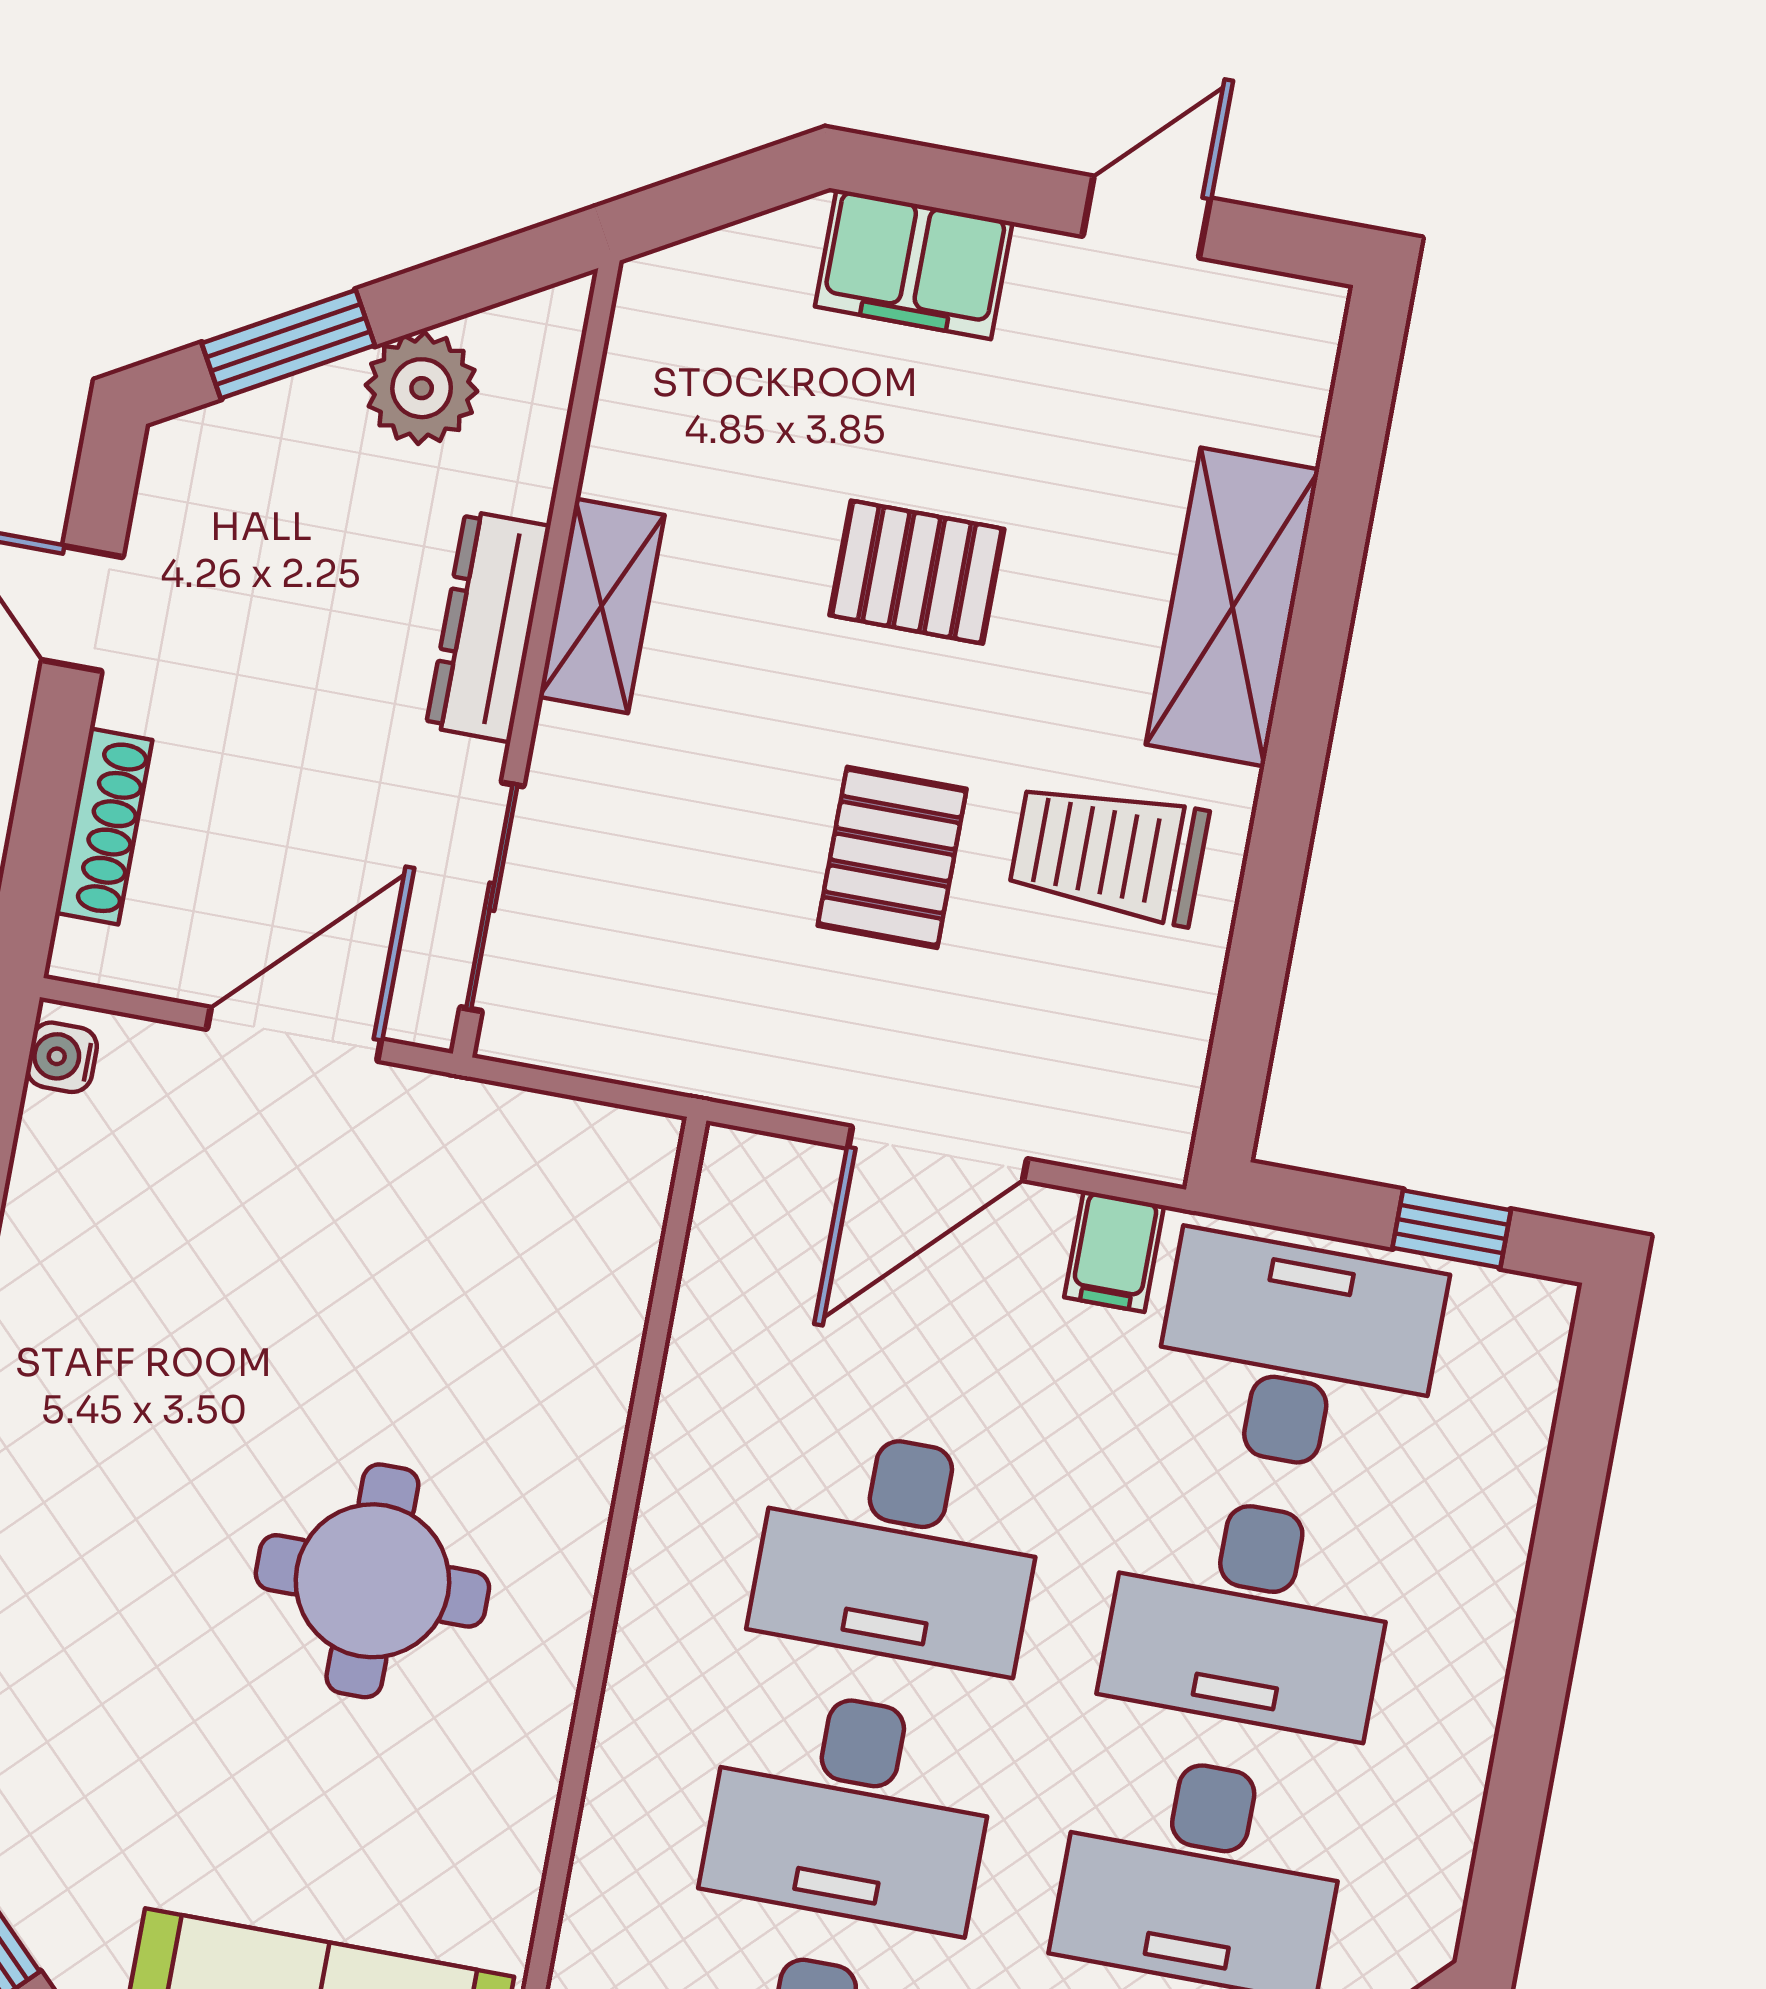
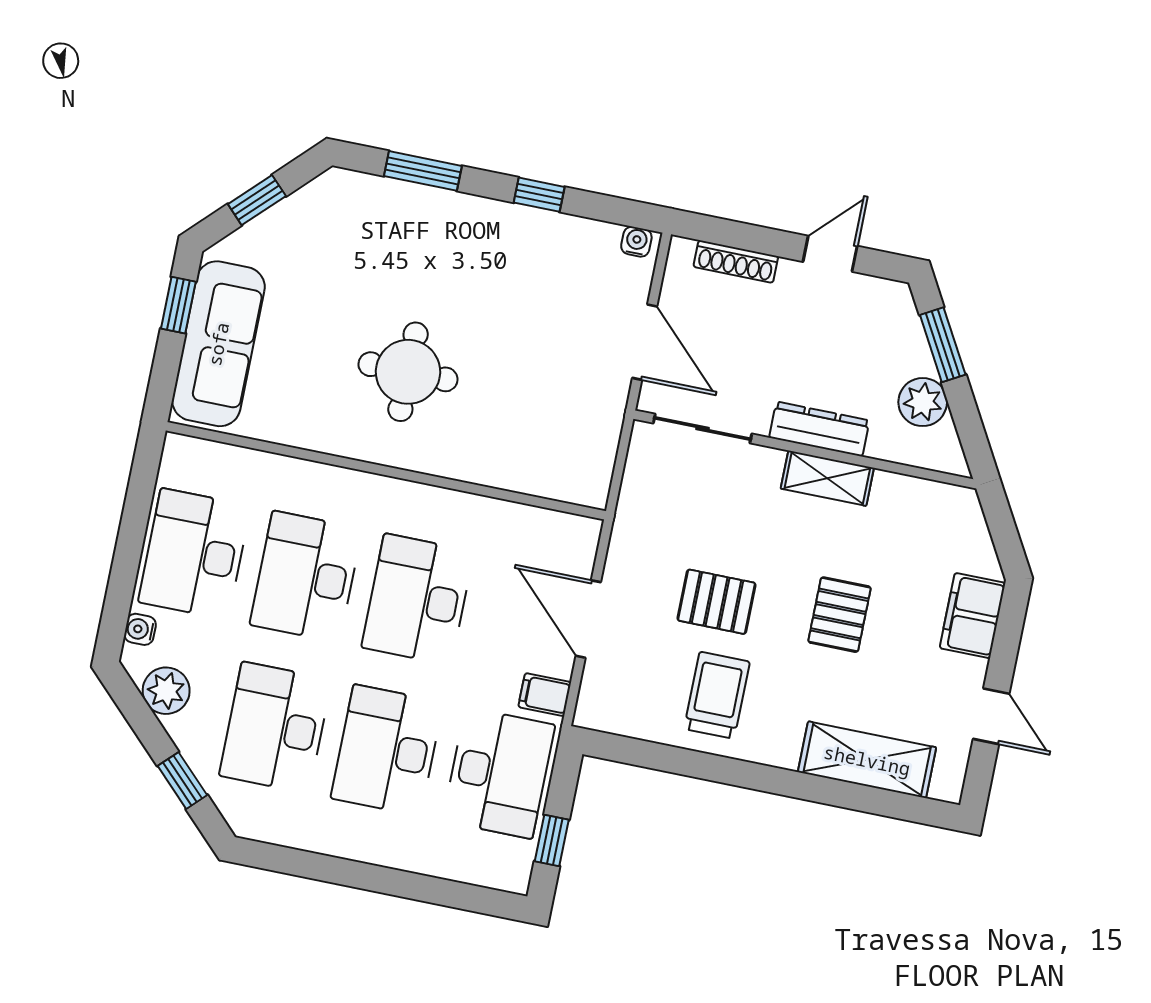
shelving: (1233, 607) -> (867, 760), moved

